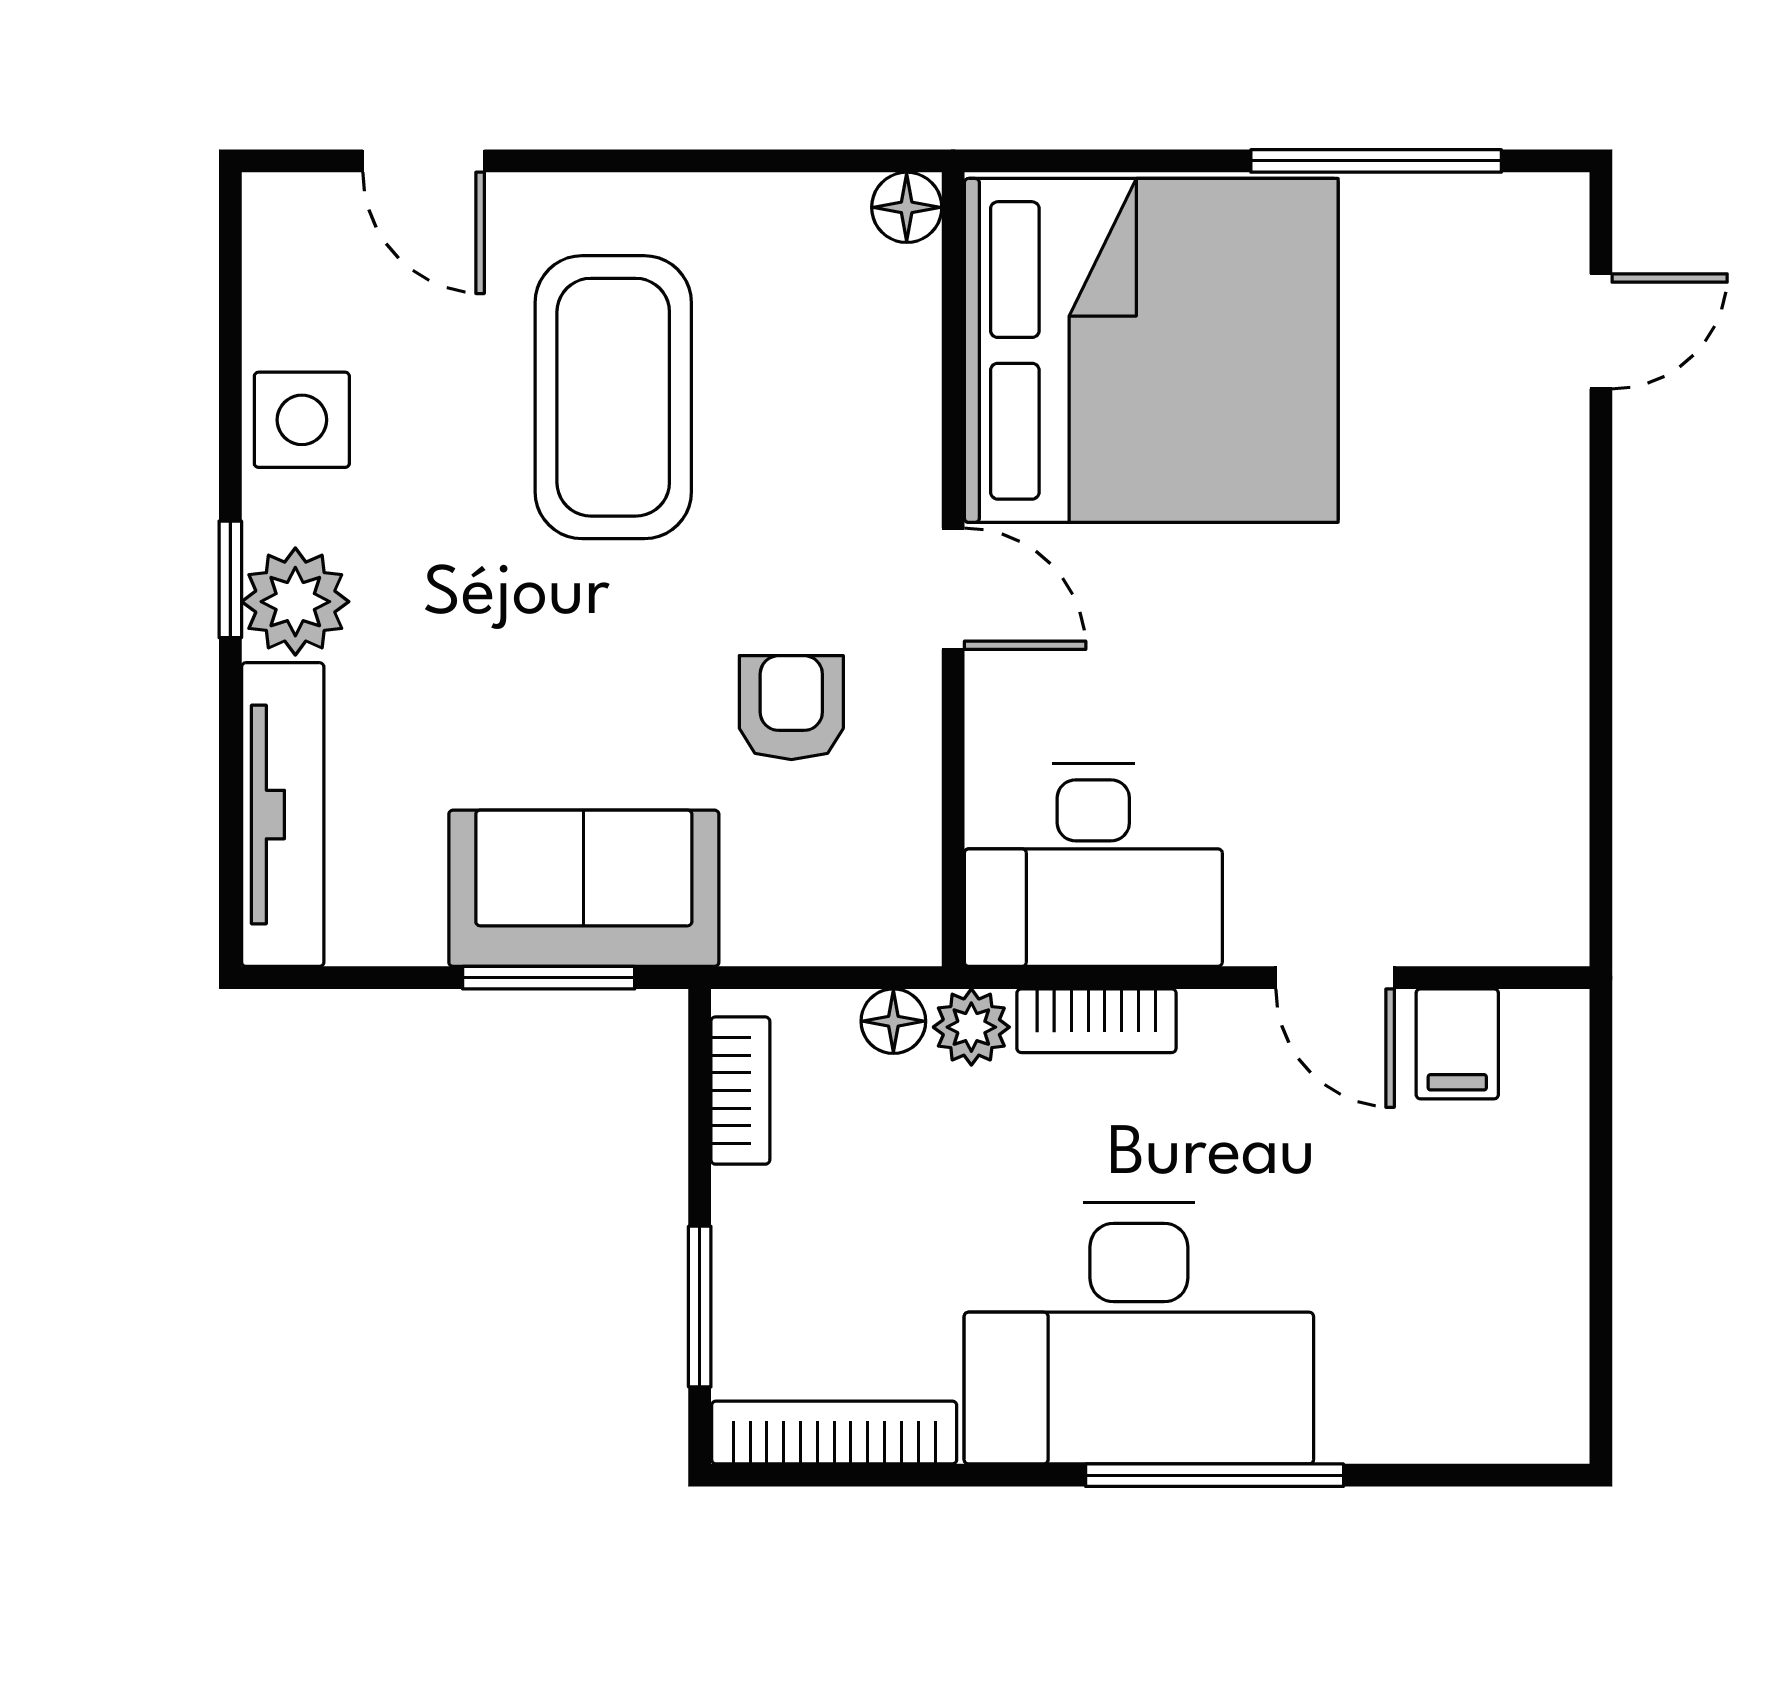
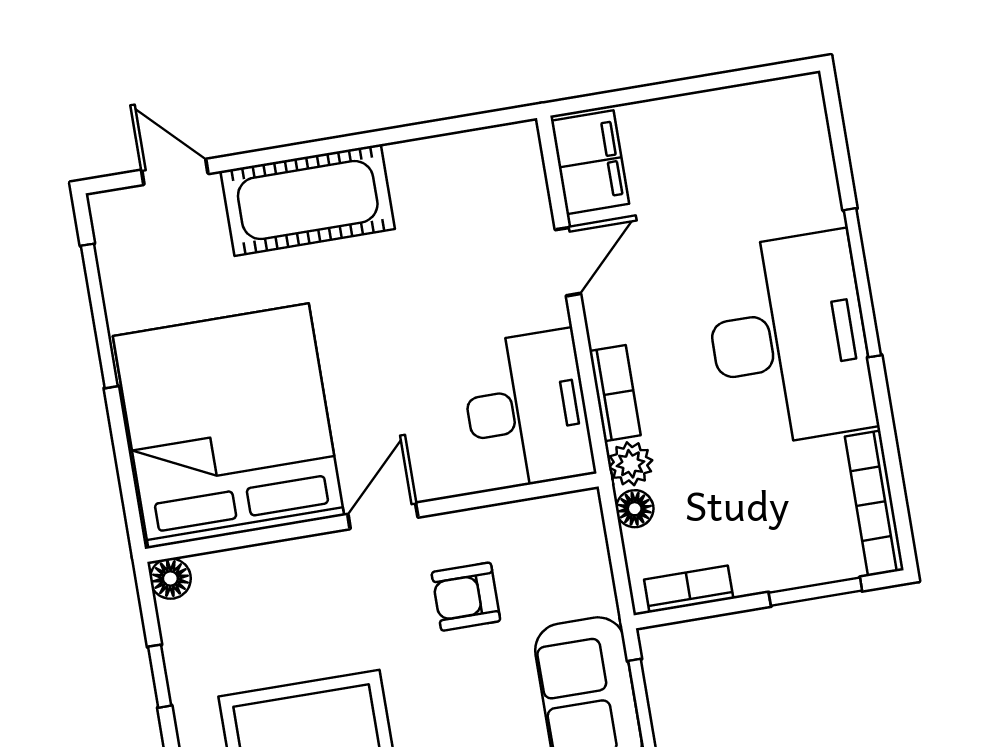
window: (743, 161) -> (160, 676), added
cot: (1515, 550) -> (308, 200), added
filing cabinet: (1457, 1044) -> (590, 162), width x2.00

